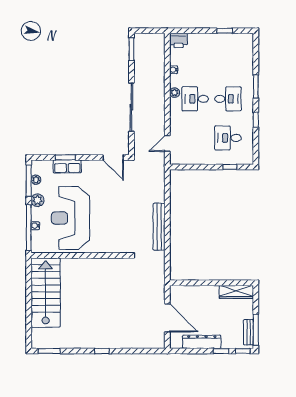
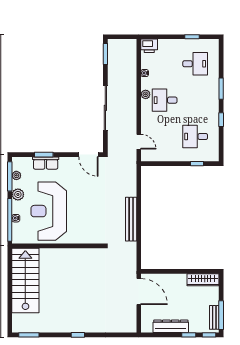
desk: (228, 99) -> (195, 64), moved
door: (167, 143) -> (139, 142), swing flipped
door: (167, 318) -> (139, 292), moved

